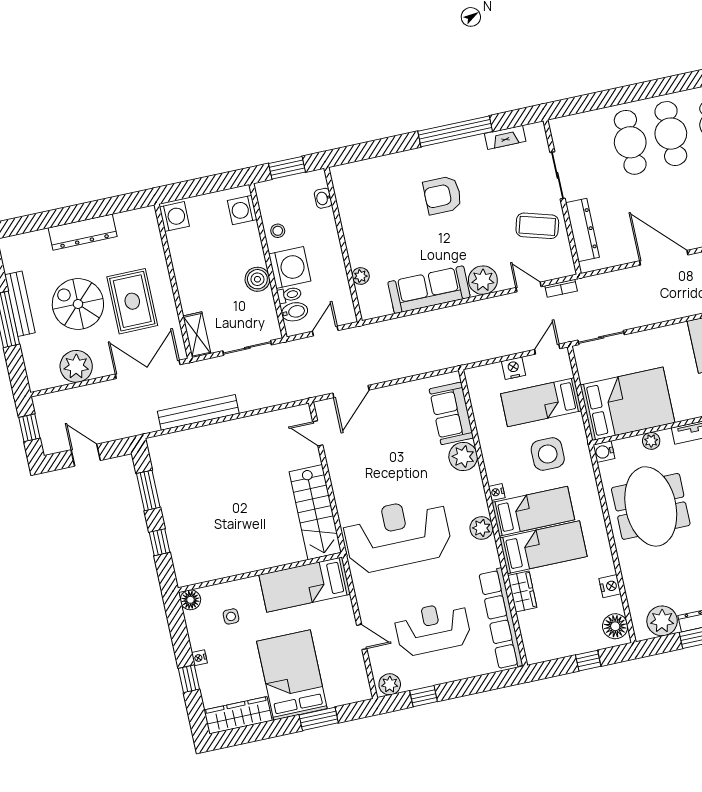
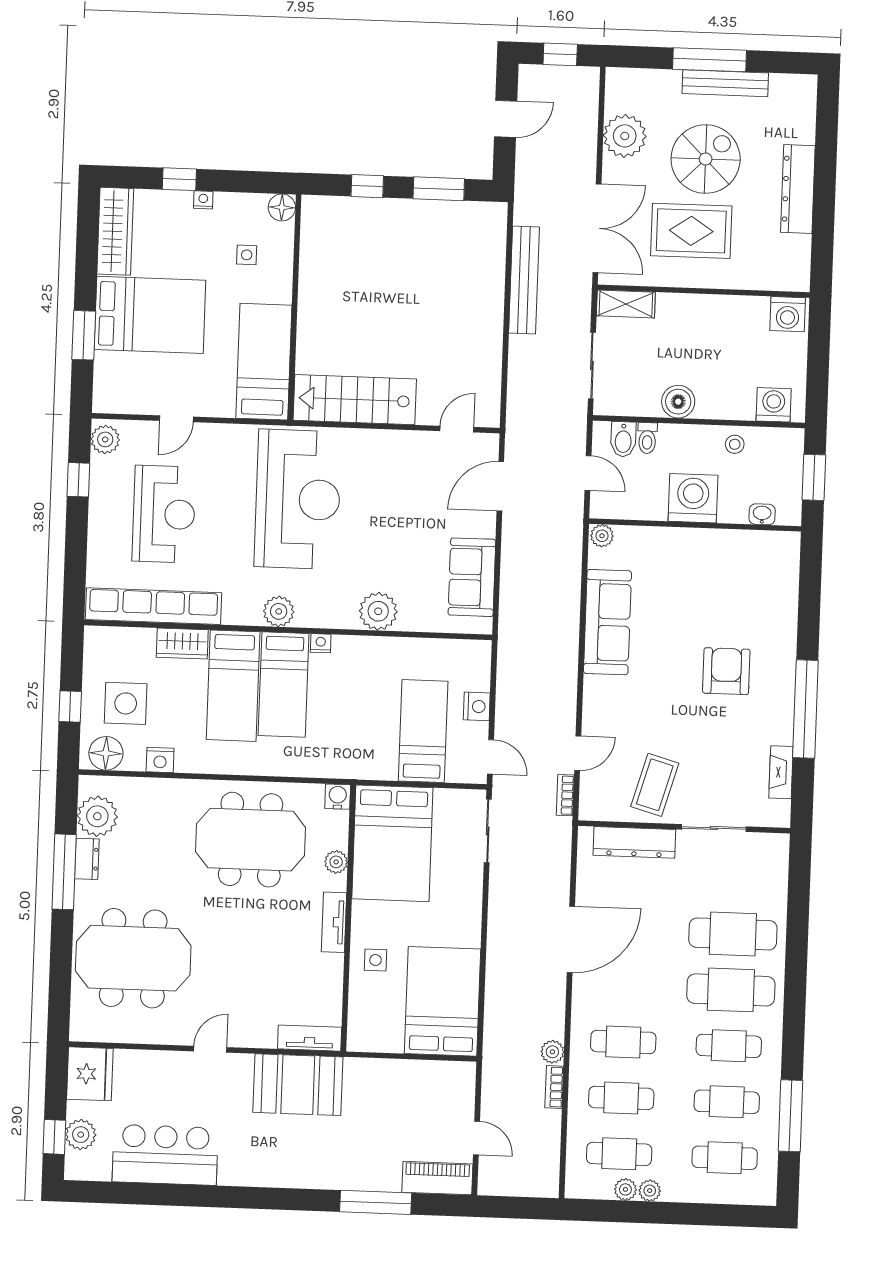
washing machine: (290, 268) -> (693, 498), moved, turned 180
plant: (361, 276) -> (602, 536), moved
plant: (483, 280) -> (602, 696), removed
door: (351, 392) -> (500, 486), hinge flipped
sofa: (451, 413) -> (472, 577), moved, turned -90
side table: (548, 454) -> (126, 703), moved

